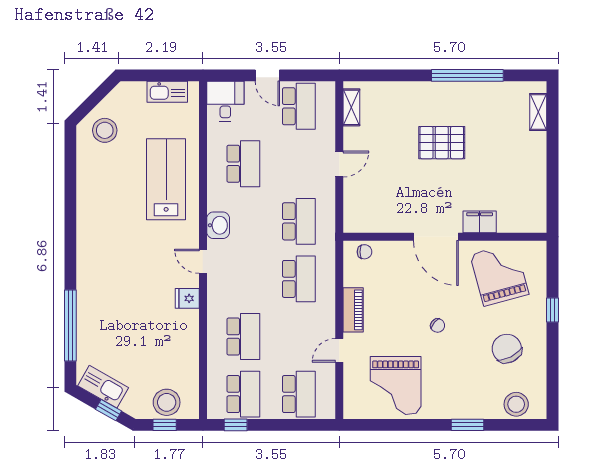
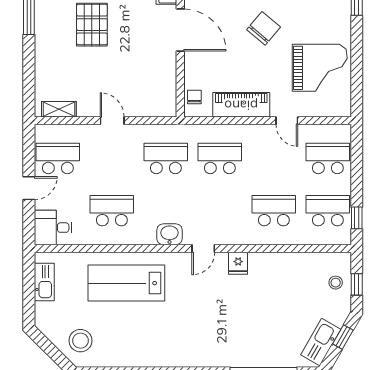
door: (436, 237) -> (180, 30), hinge flipped
piano: (353, 310) -> (241, 105), width x1.37, depth x1.33
chair: (438, 325) -> (264, 28), width x1.87, depth x1.87
stool: (167, 402) -> (336, 283), width x0.53, depth x0.53

